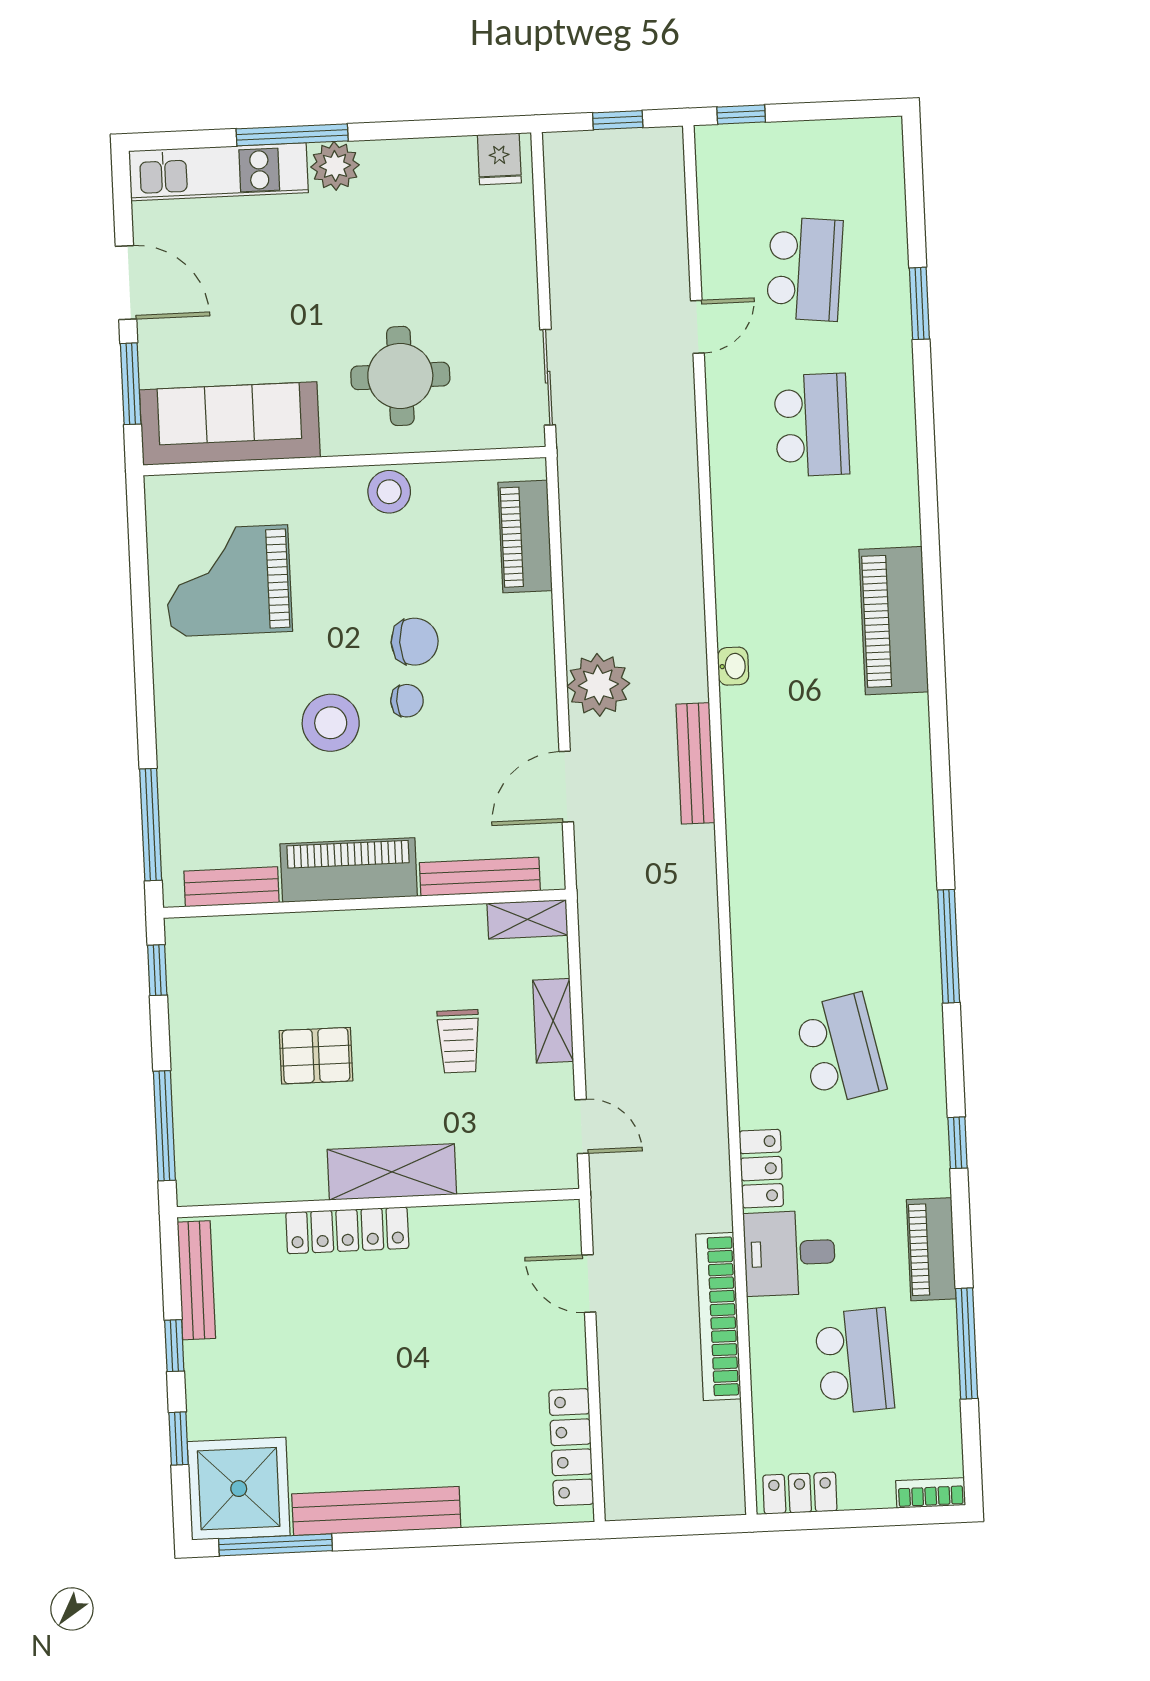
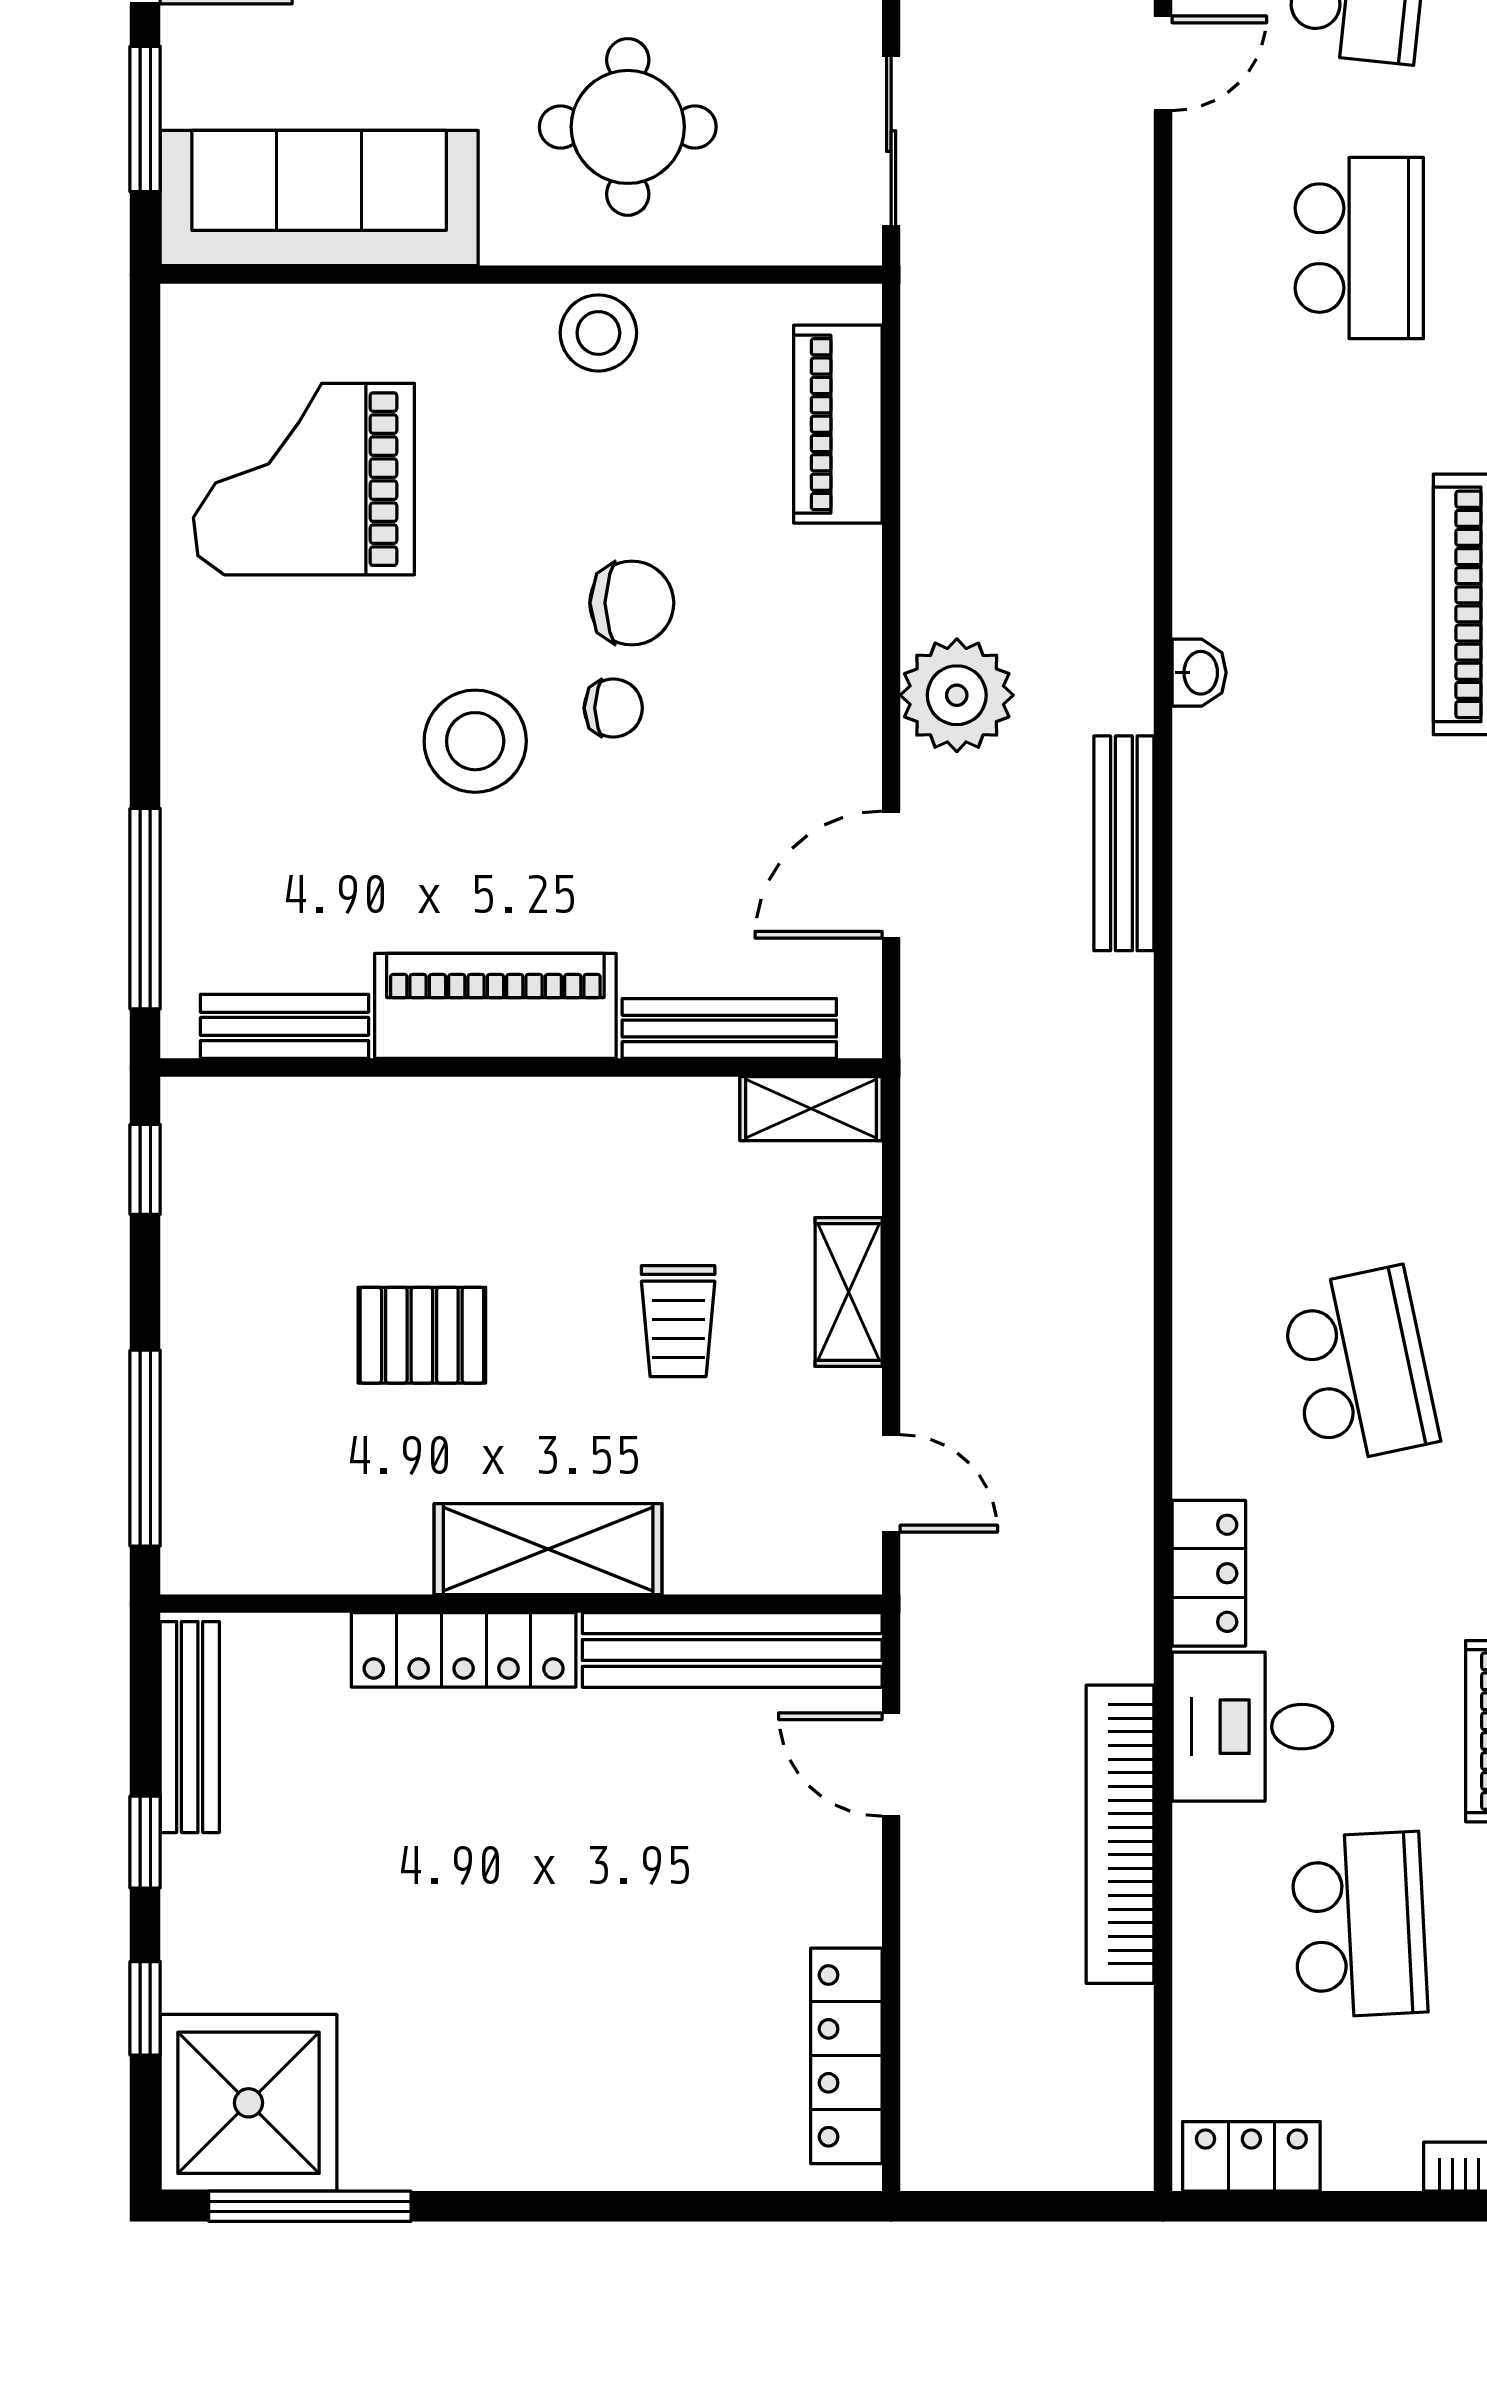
bench: (376, 1511) -> (732, 1650), moved

